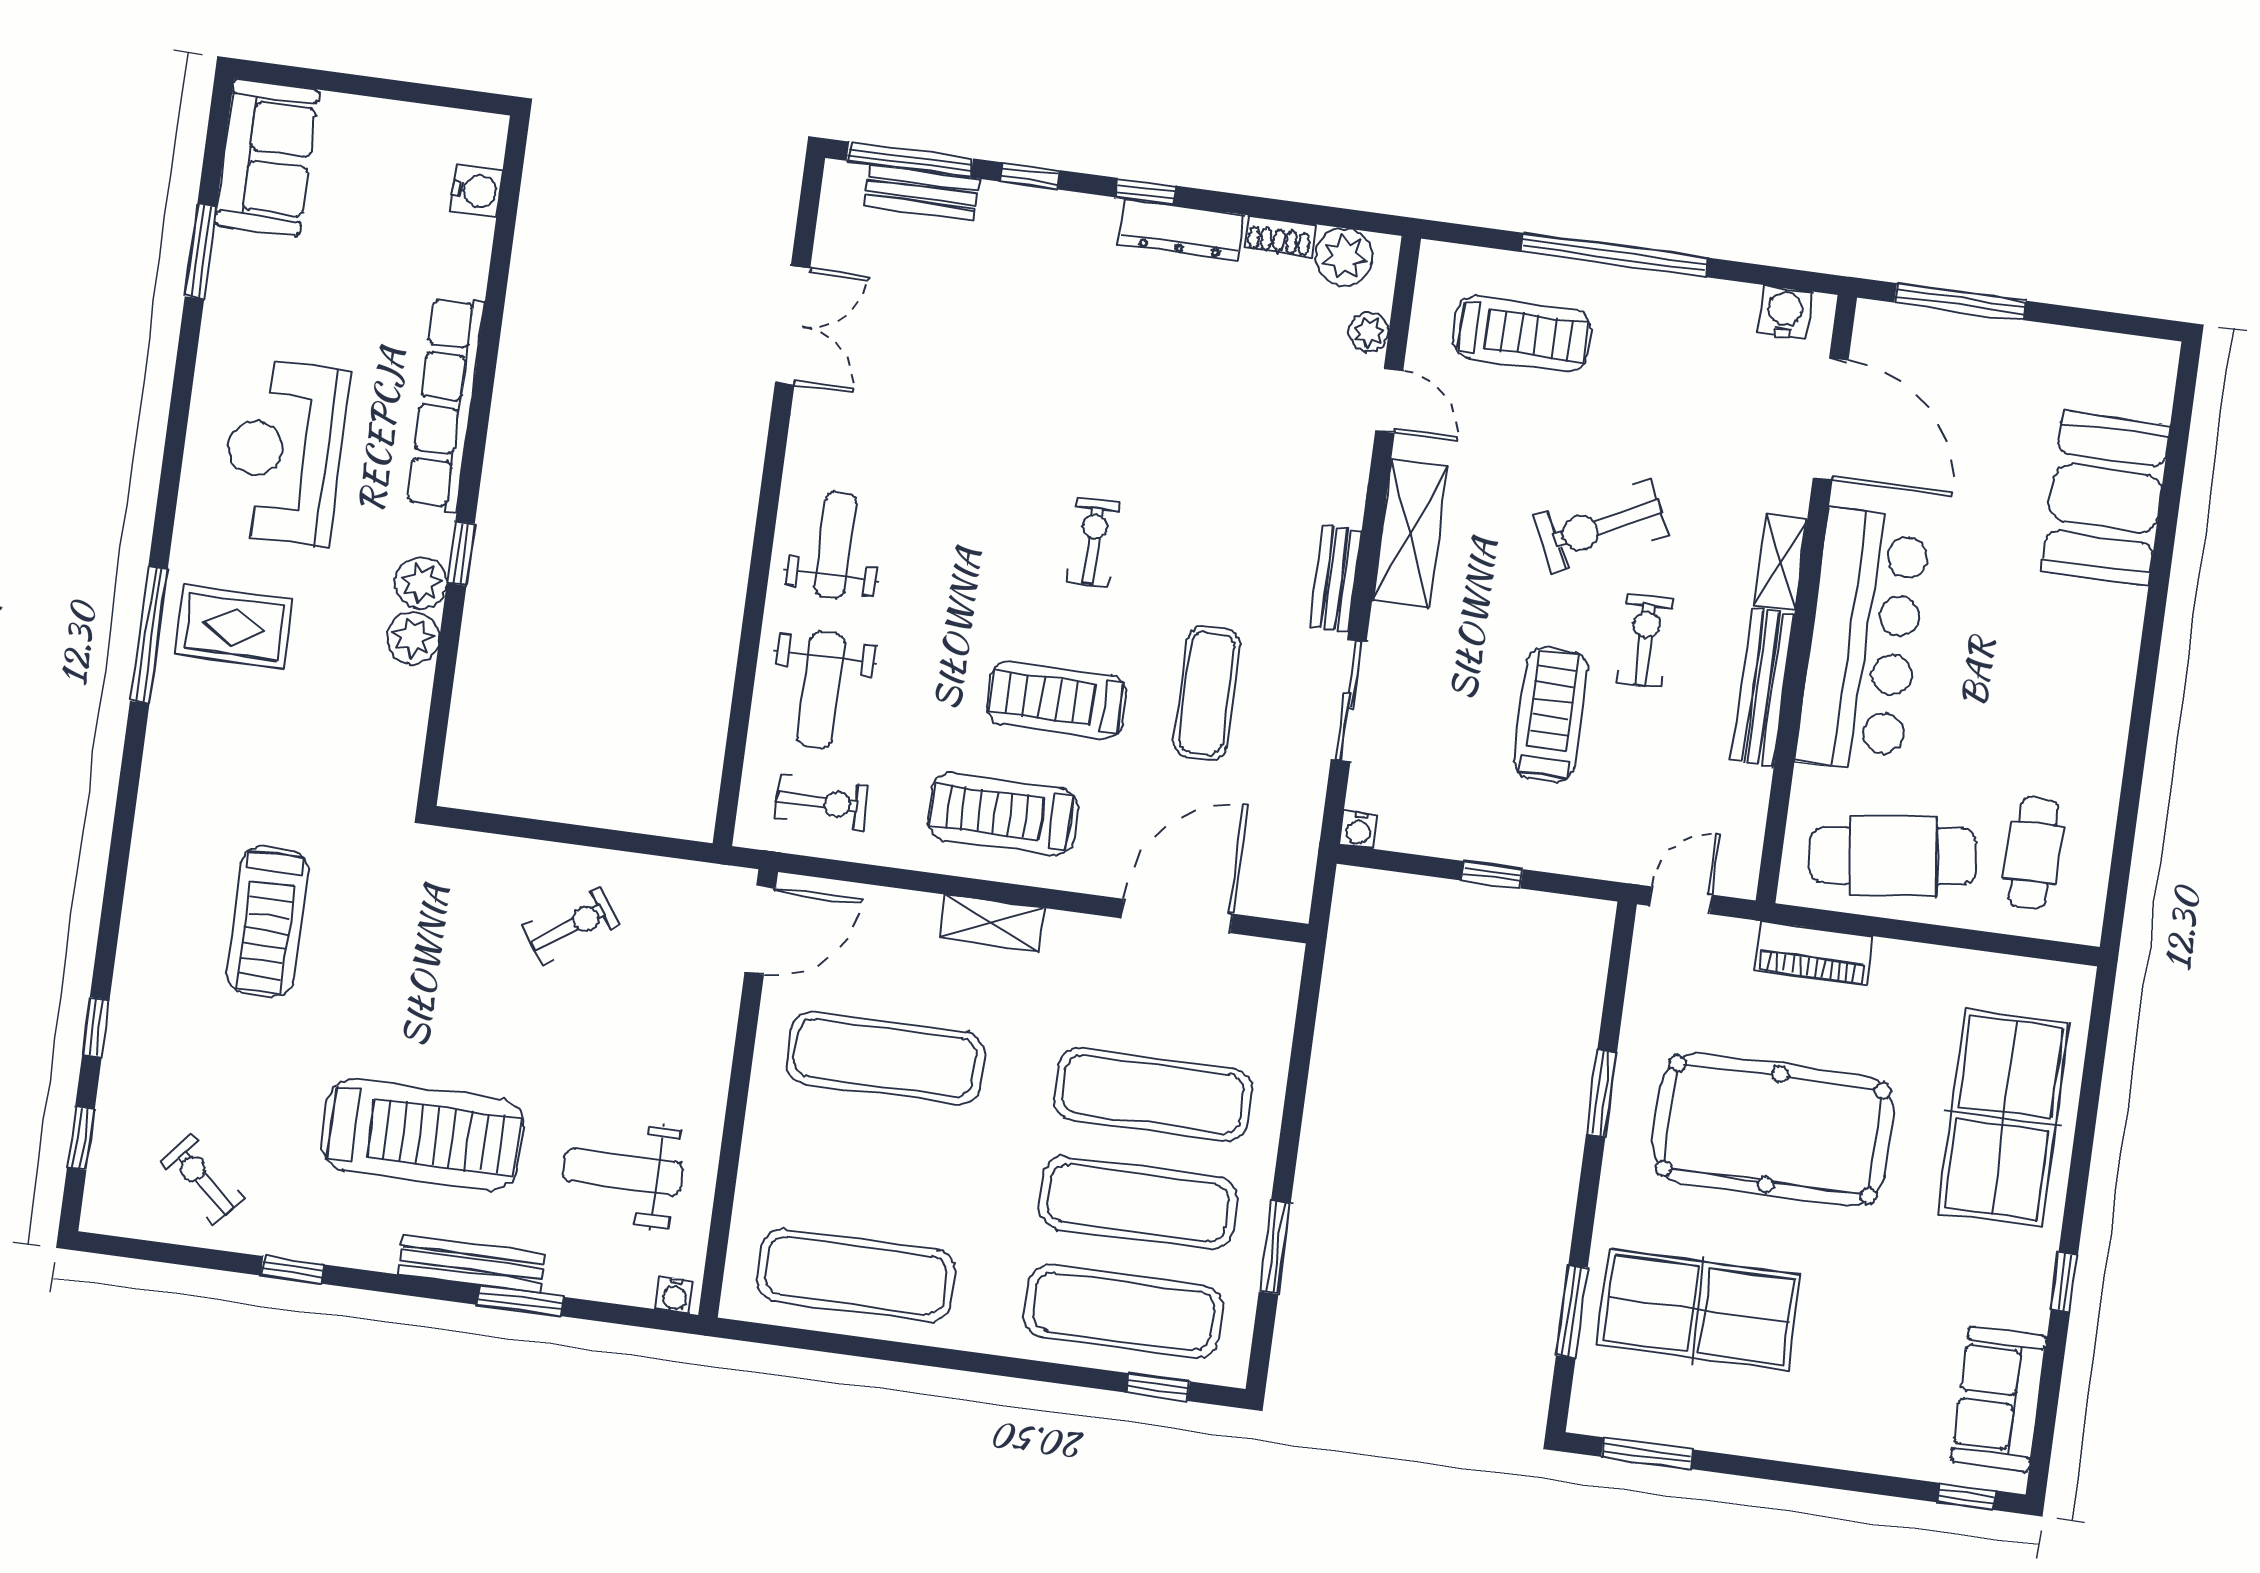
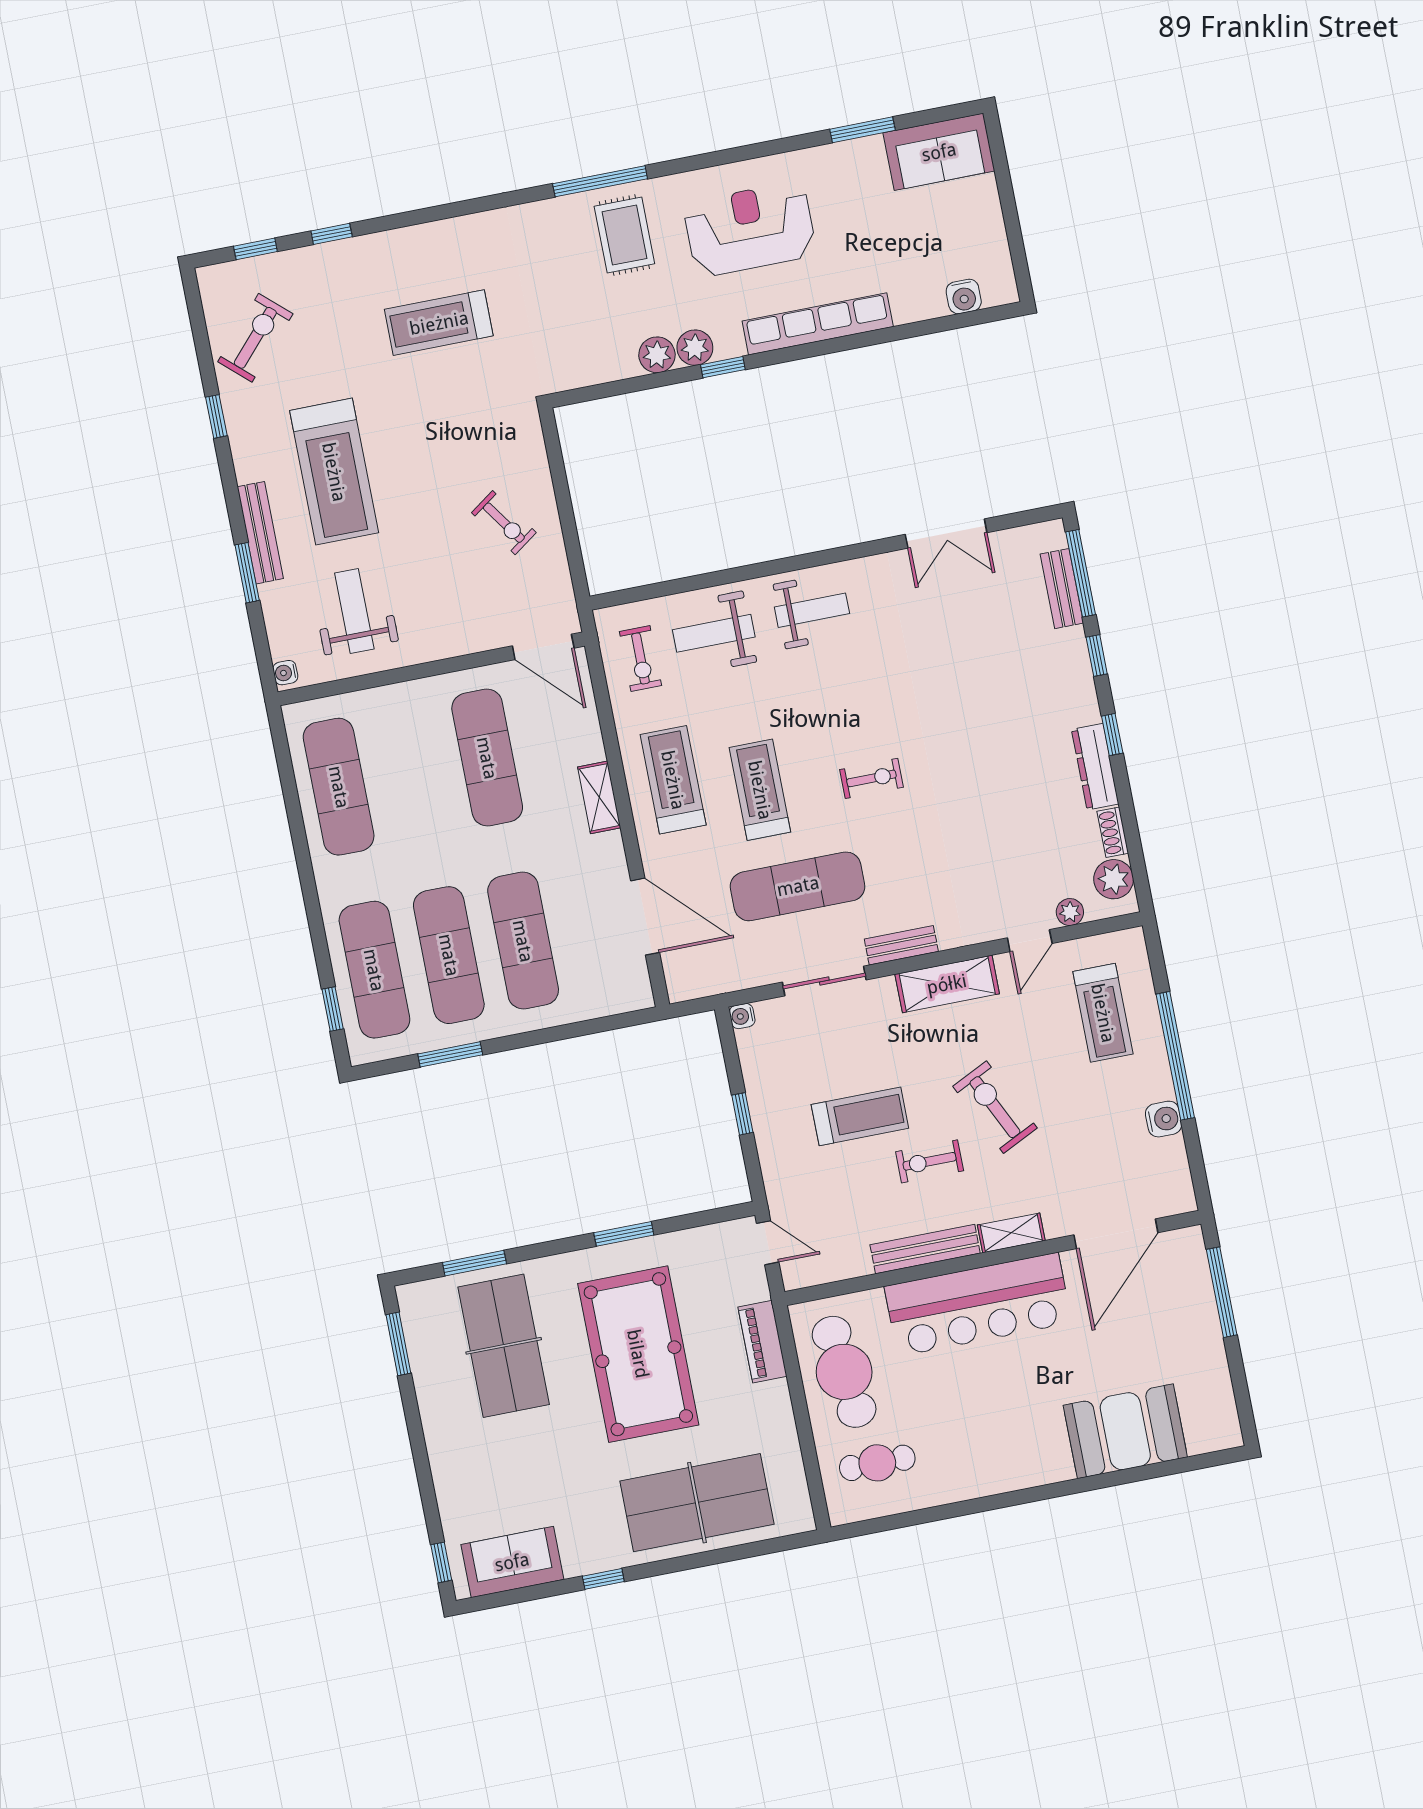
water cooler: (1785, 312) -> (1164, 1119), moved
exercise bike: (1645, 641) -> (930, 1161), turned 180
exercise mat: (1207, 693) -> (798, 886), width x1.36, depth x1.45
exercise bike: (203, 1180) -> (255, 338), width x1.38, depth x1.39

